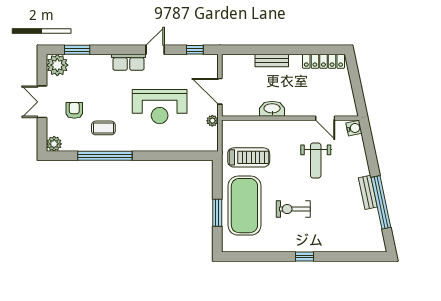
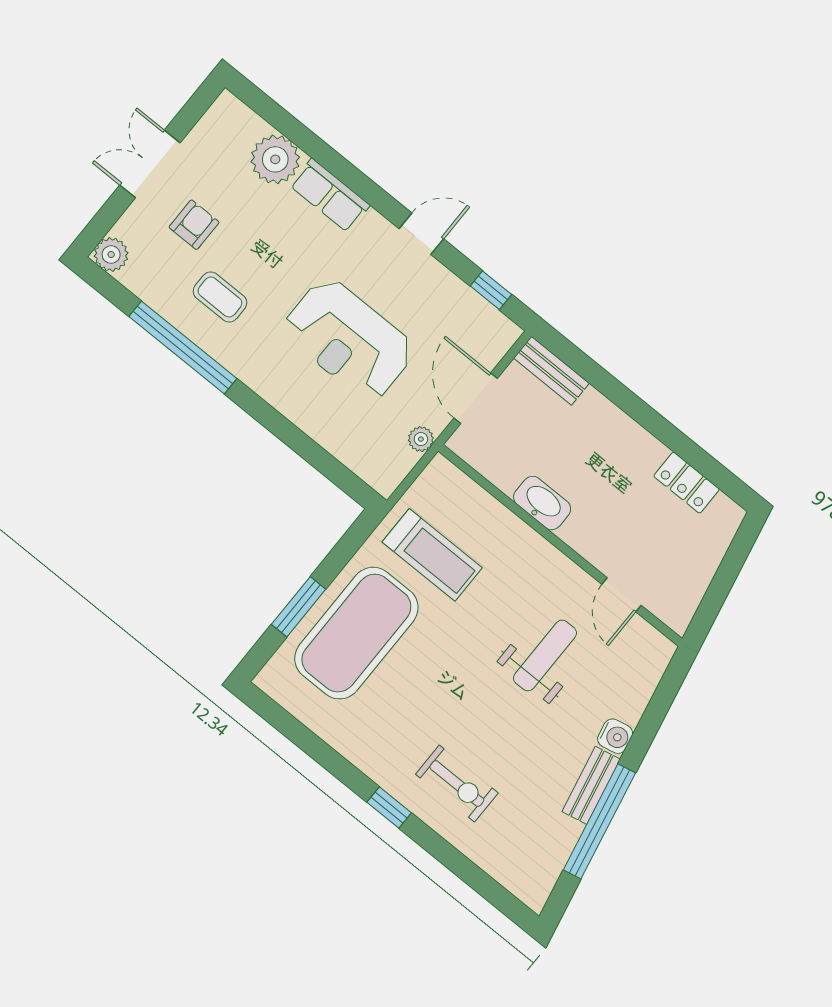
window: (77, 50) -> (285, 123), removed
bench: (272, 61) -> (551, 371), moved
locker: (323, 61) -> (687, 483), width x0.66
row of seats: (128, 62) -> (330, 195), moved
plant: (57, 65) -> (275, 159), moved
water cooler: (354, 128) -> (615, 736), moved
weight bench: (316, 160) -> (545, 655), turned 180
exercise bike: (293, 209) -> (457, 784), moved, turned 180

